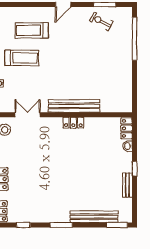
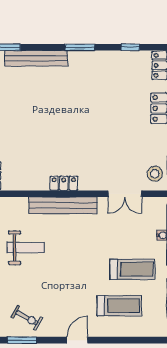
treadmill: (22, 58) -> (132, 269), turned 180
weight bench: (102, 74) -> (26, 248), added

